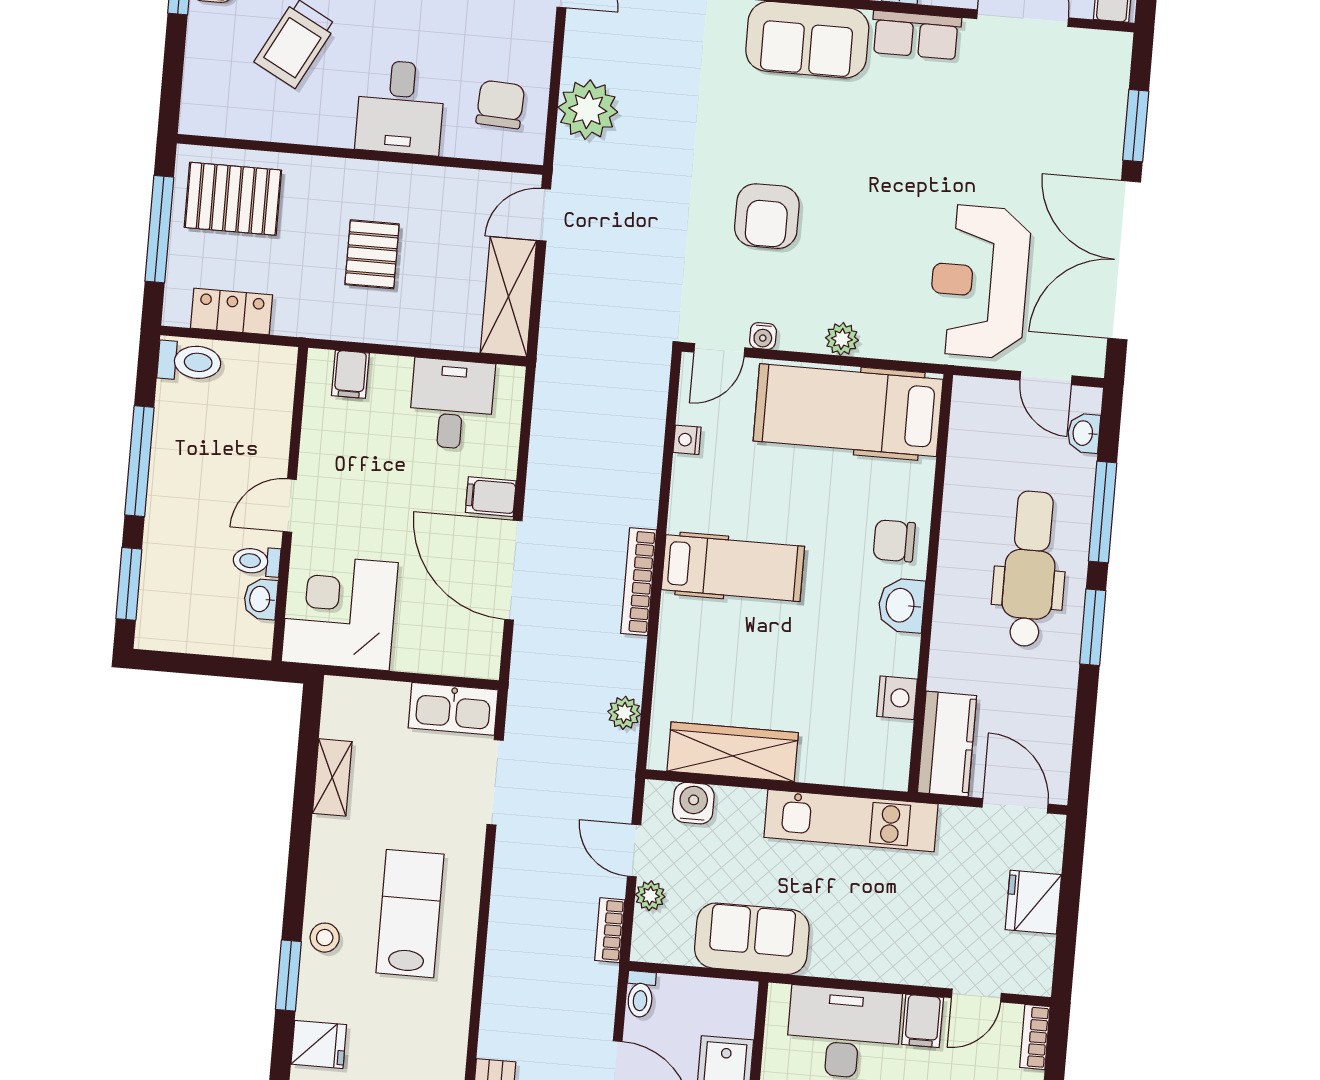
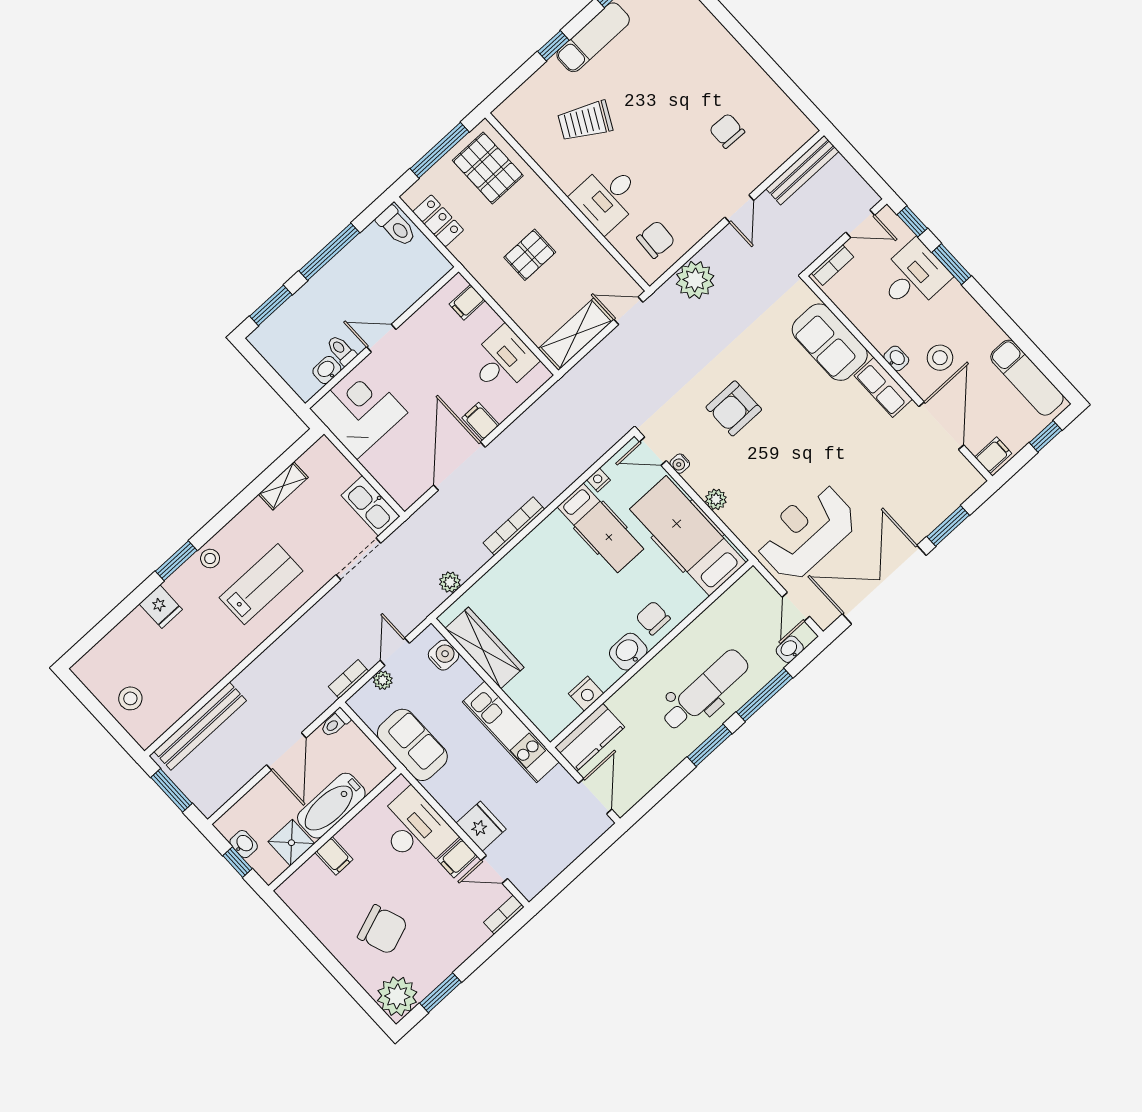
hospital bed: (733, 568) -> (600, 528), moved
fridge: (1033, 902) -> (481, 826), moved, turned 90

